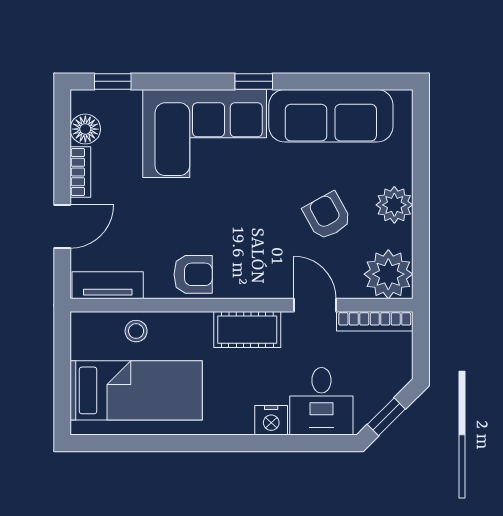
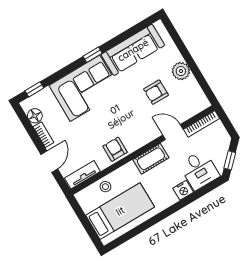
armchair: (327, 216) -> (156, 92), turned -61
armchair: (193, 274) -> (115, 149), turned -90
plant: (388, 274) -> (196, 101), removed

